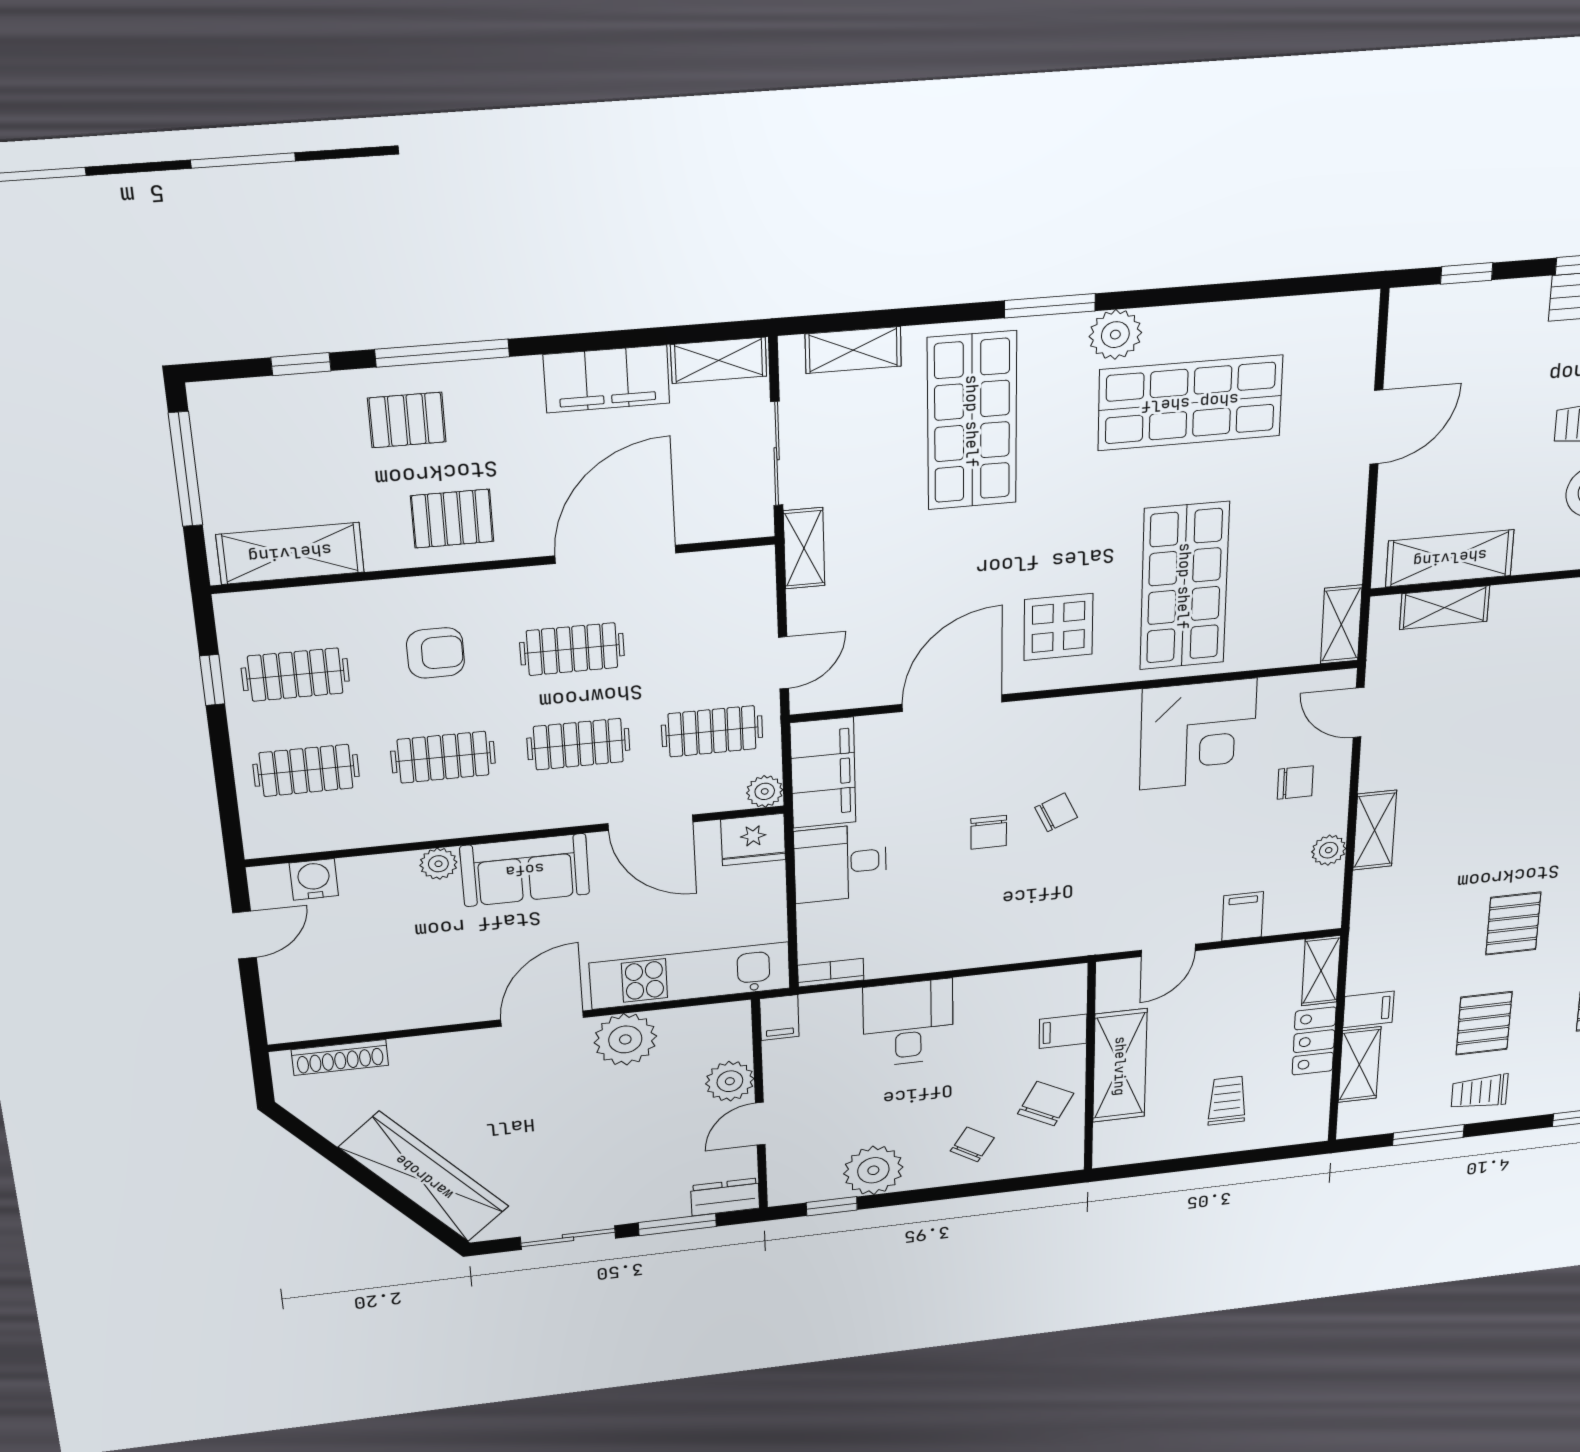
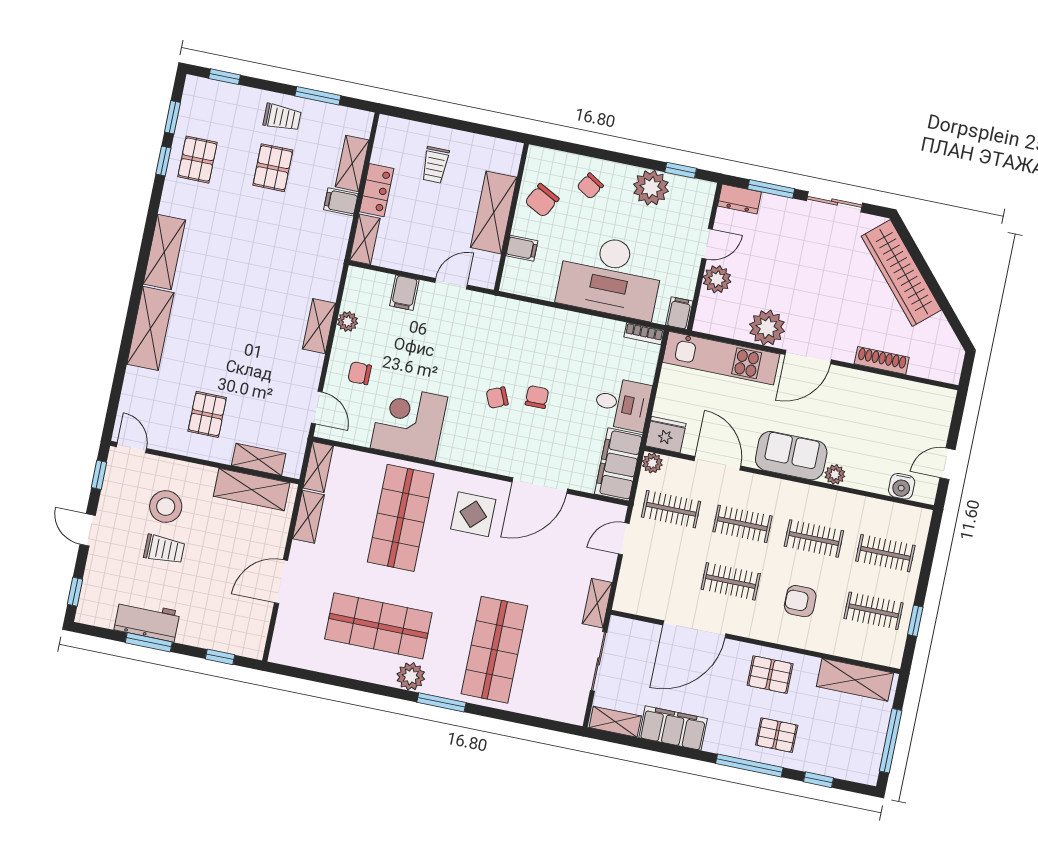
shelving: (853, 350) -> (308, 517), moved, turned 90
pallet: (1513, 924) -> (207, 414), moved
desk: (908, 1023) -> (610, 276), width x1.87, depth x1.30
shoe rack: (340, 1058) -> (882, 360), moved

